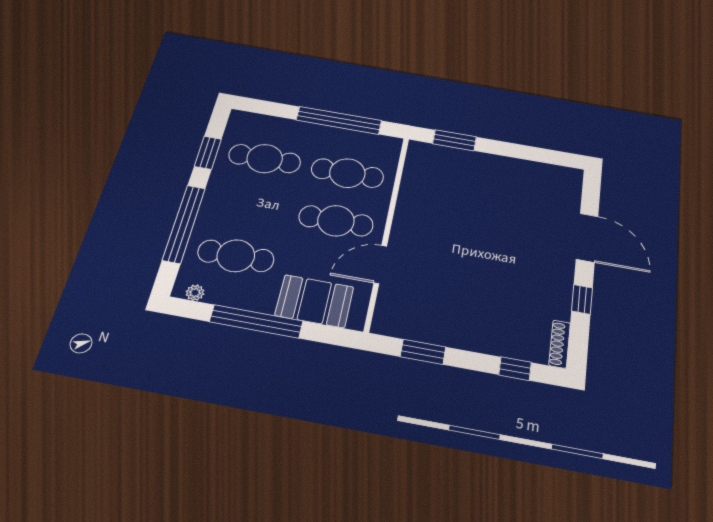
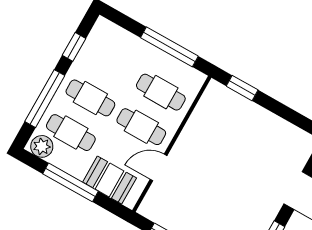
cafe table: (265, 159) -> (90, 98), moved
plant: (195, 293) -> (42, 146), width x1.88, depth x1.88

